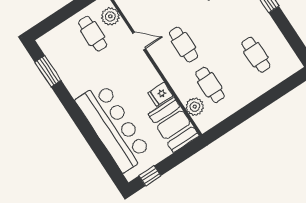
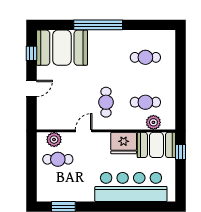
cafe table: (183, 45) -> (106, 102), turned 90
fridge: (160, 94) -> (124, 143), width x1.88, depth x1.34
window: (150, 176) -> (180, 152), moved

